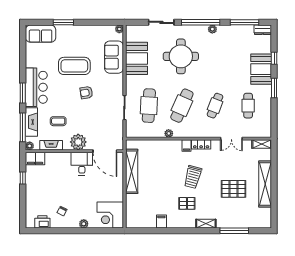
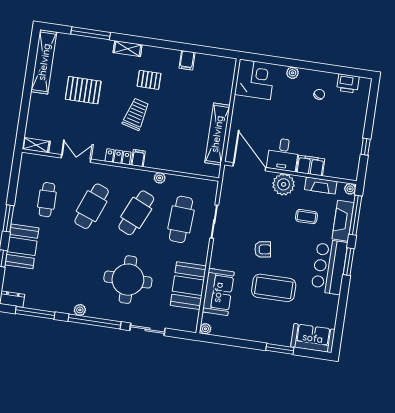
cafe table: (215, 106) -> (92, 206), width x1.37, depth x1.35
filing cabinet: (35, 159) -> (310, 166), moved
shelving: (265, 184) -> (44, 62), moved

